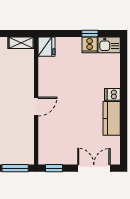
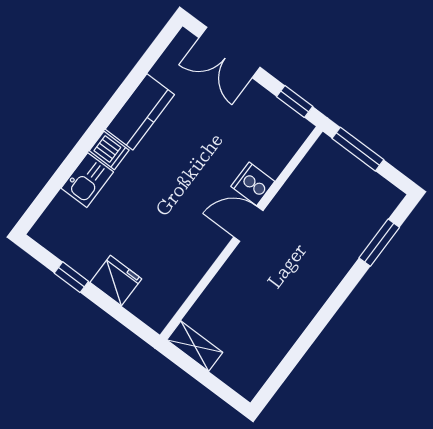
cooker: (90, 45) -> (253, 184), moved, turned -90
kitchen sink: (109, 45) -> (87, 180), moved, turned 90
fridge: (47, 47) -> (116, 281), moved, turned 90

